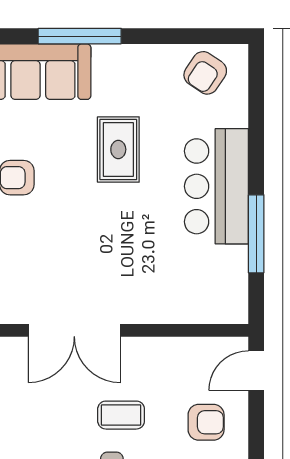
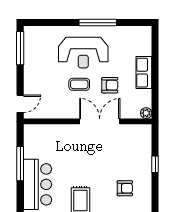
armchair: (206, 422) -> (110, 85), moved, turned 180

